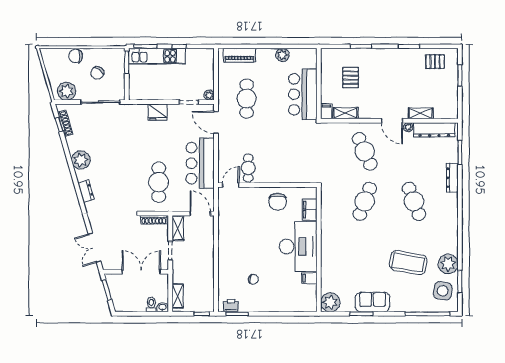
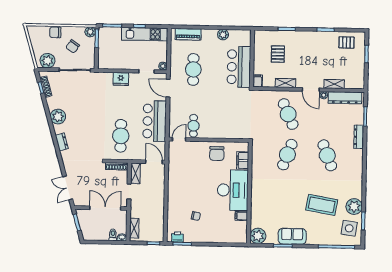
plant: (119, 55) -> (90, 32), added
kitchen unit: (157, 56) -> (145, 34), moved
shelving: (345, 113) -> (285, 83), moved

